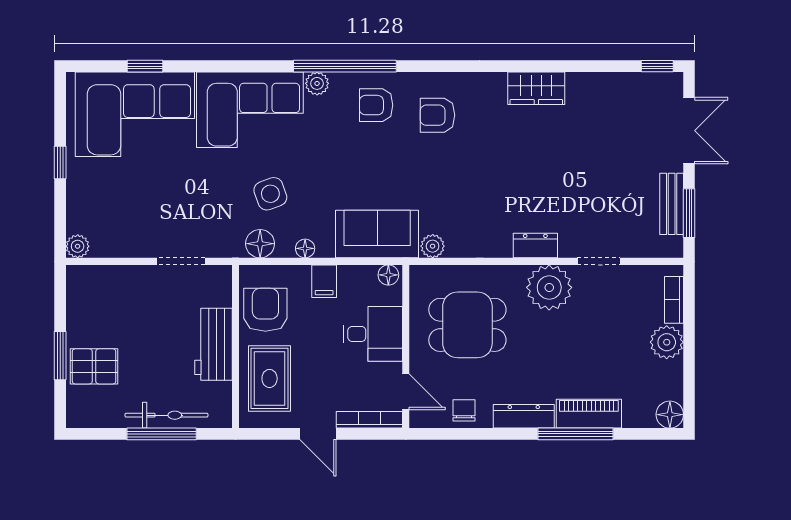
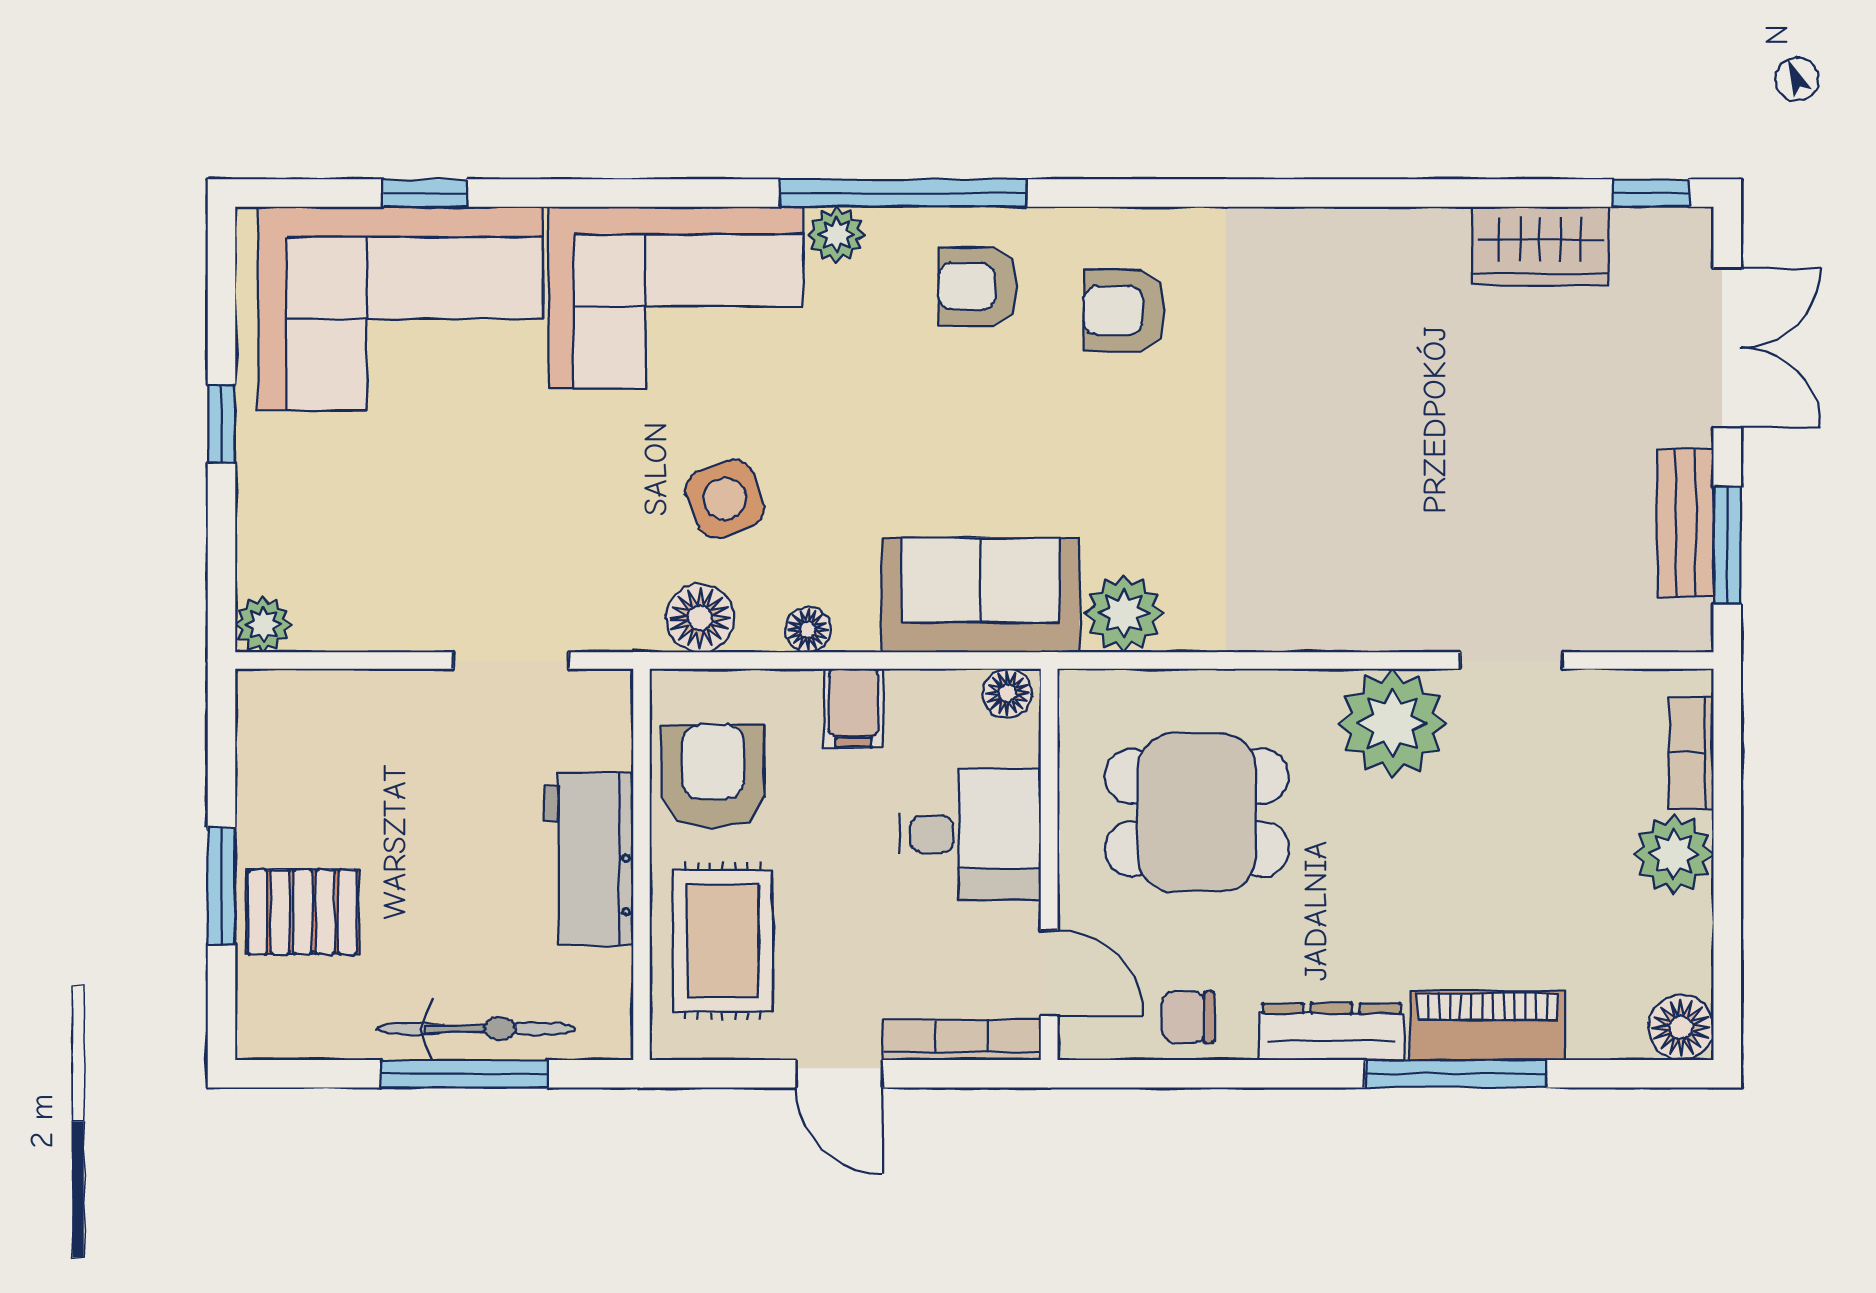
wardrobe: (536, 88) -> (1541, 246), moved
plant: (433, 246) -> (1124, 613), width x1.38, depth x1.38
dresser: (535, 246) -> (1359, 623), removed
chair: (464, 410) -> (1188, 1017), turned -90

